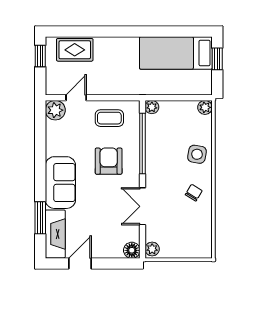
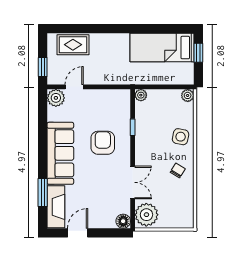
window: (40, 56) -> (43, 67), moved
coffee table: (109, 118) -> (103, 105), removed
window: (142, 144) -> (133, 127), width x0.32
sofa: (60, 183) -> (60, 153), width x1.36
double door: (142, 206) -> (133, 182), swing flipped
plant: (152, 249) -> (146, 215), width x1.87, depth x1.87

